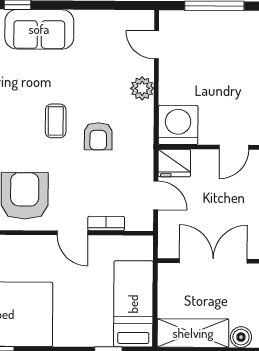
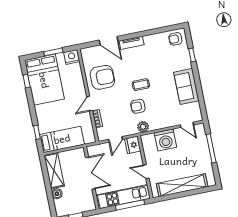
sofa: (39, 29) -> (186, 86), moved
door: (156, 45) -> (187, 125), swing flipped
plant: (142, 88) -> (143, 127), moved
washing machine: (178, 125) -> (165, 140), moved, turned 90

